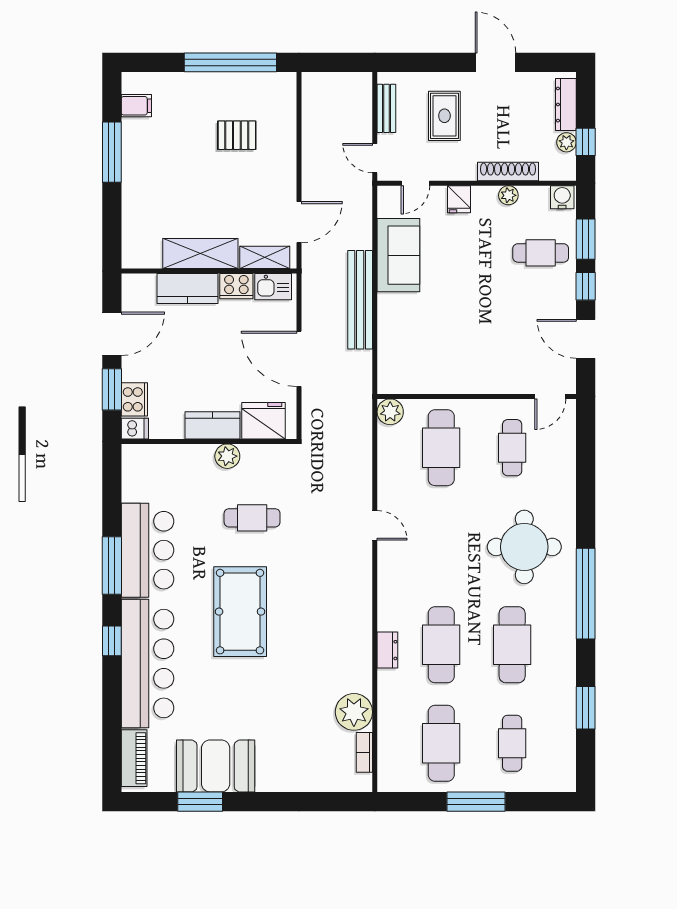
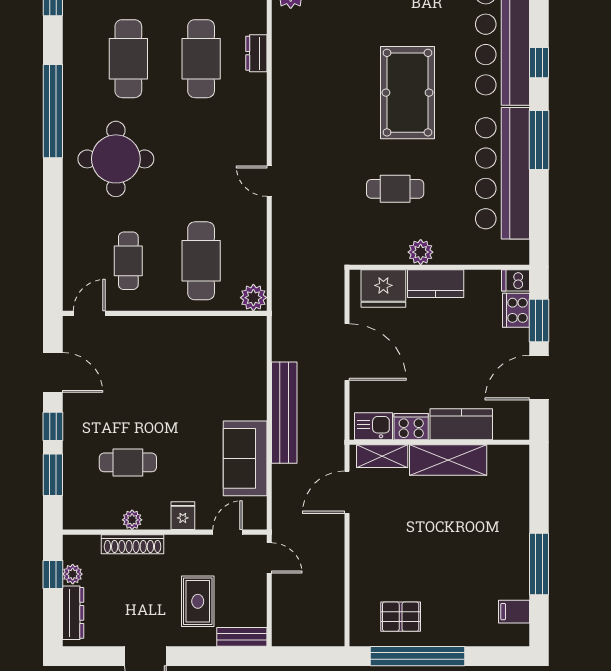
bench: (386, 108) -> (242, 637), moved, turned 90
pallet: (237, 135) -> (401, 617), moved
water cooler: (562, 197) -> (77, 518), removed
cafe table: (541, 253) -> (128, 462), moved
bar counter: (148, 550) -> (502, 173), width x1.36

